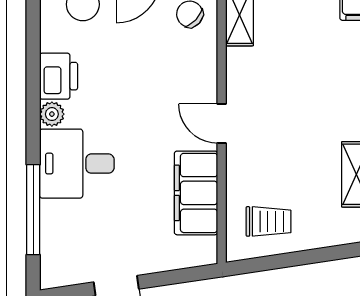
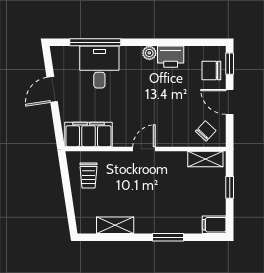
desk: (77, 164) -> (99, 67), moved
filing cabinet: (196, 193) -> (89, 134), moved

